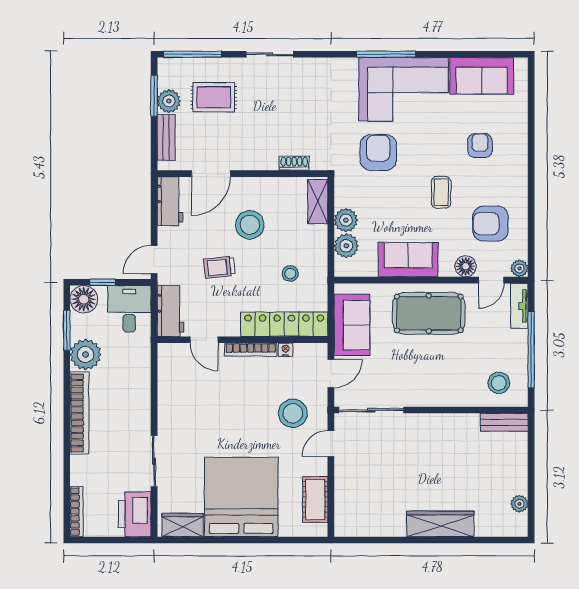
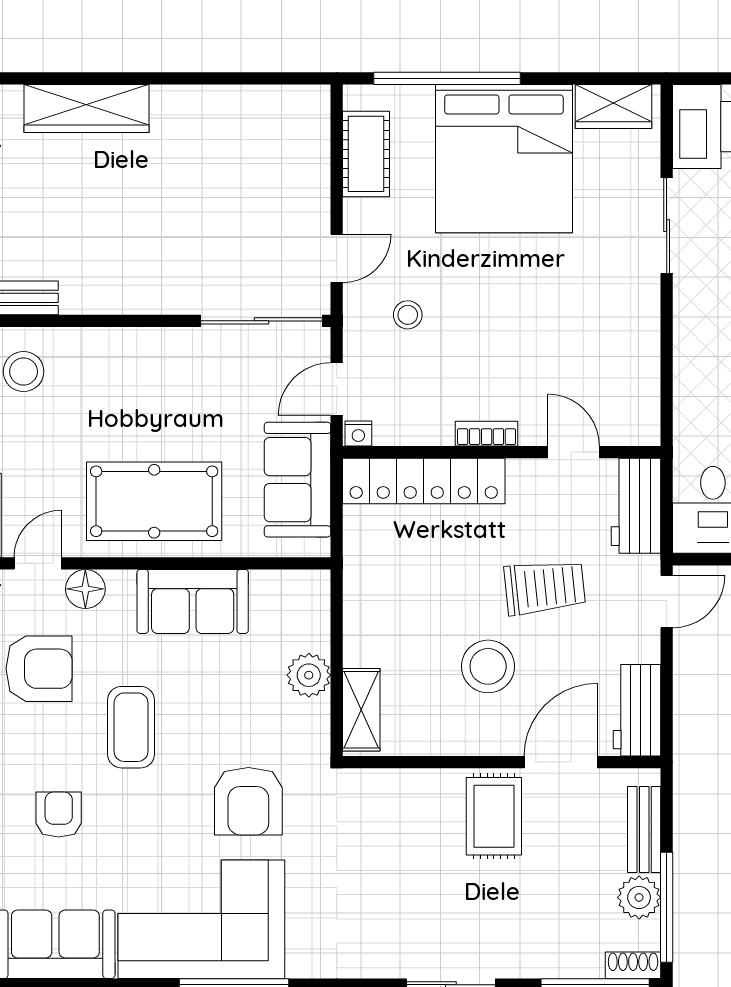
window: (154, 96) -> (667, 907), width x1.44
rug: (214, 97) -> (494, 816), moved, turned 90
armchair: (480, 146) -> (59, 814), turned 180
shoe rack: (294, 163) -> (633, 965), moved, turned 180
coffee table: (441, 192) -> (131, 727), width x1.36, depth x1.30
plant: (346, 246) -> (308, 627), removed
trolley: (219, 267) -> (545, 587), width x1.36, depth x1.39
stool: (290, 274) -> (413, 576), removed
bookcase: (251, 350) -> (487, 434), width x0.64
nightstand: (286, 350) -> (358, 434), moved
stool: (293, 413) -> (408, 315), width x0.53, depth x0.53
wardrobe: (440, 524) -> (87, 109), moved
window: (272, 540) -> (447, 78), added

